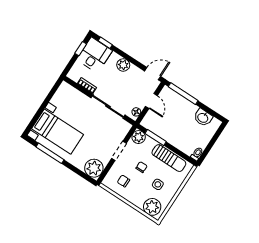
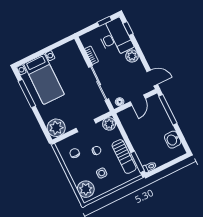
desk: (95, 55) -> (115, 38), width x1.37
window: (156, 137) -> (137, 162), moved

